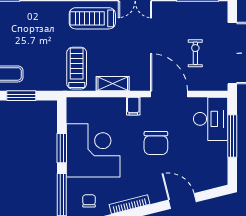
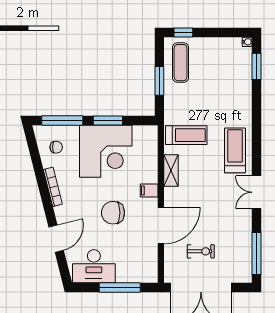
desk: (211, 119) -> (94, 266), moved

